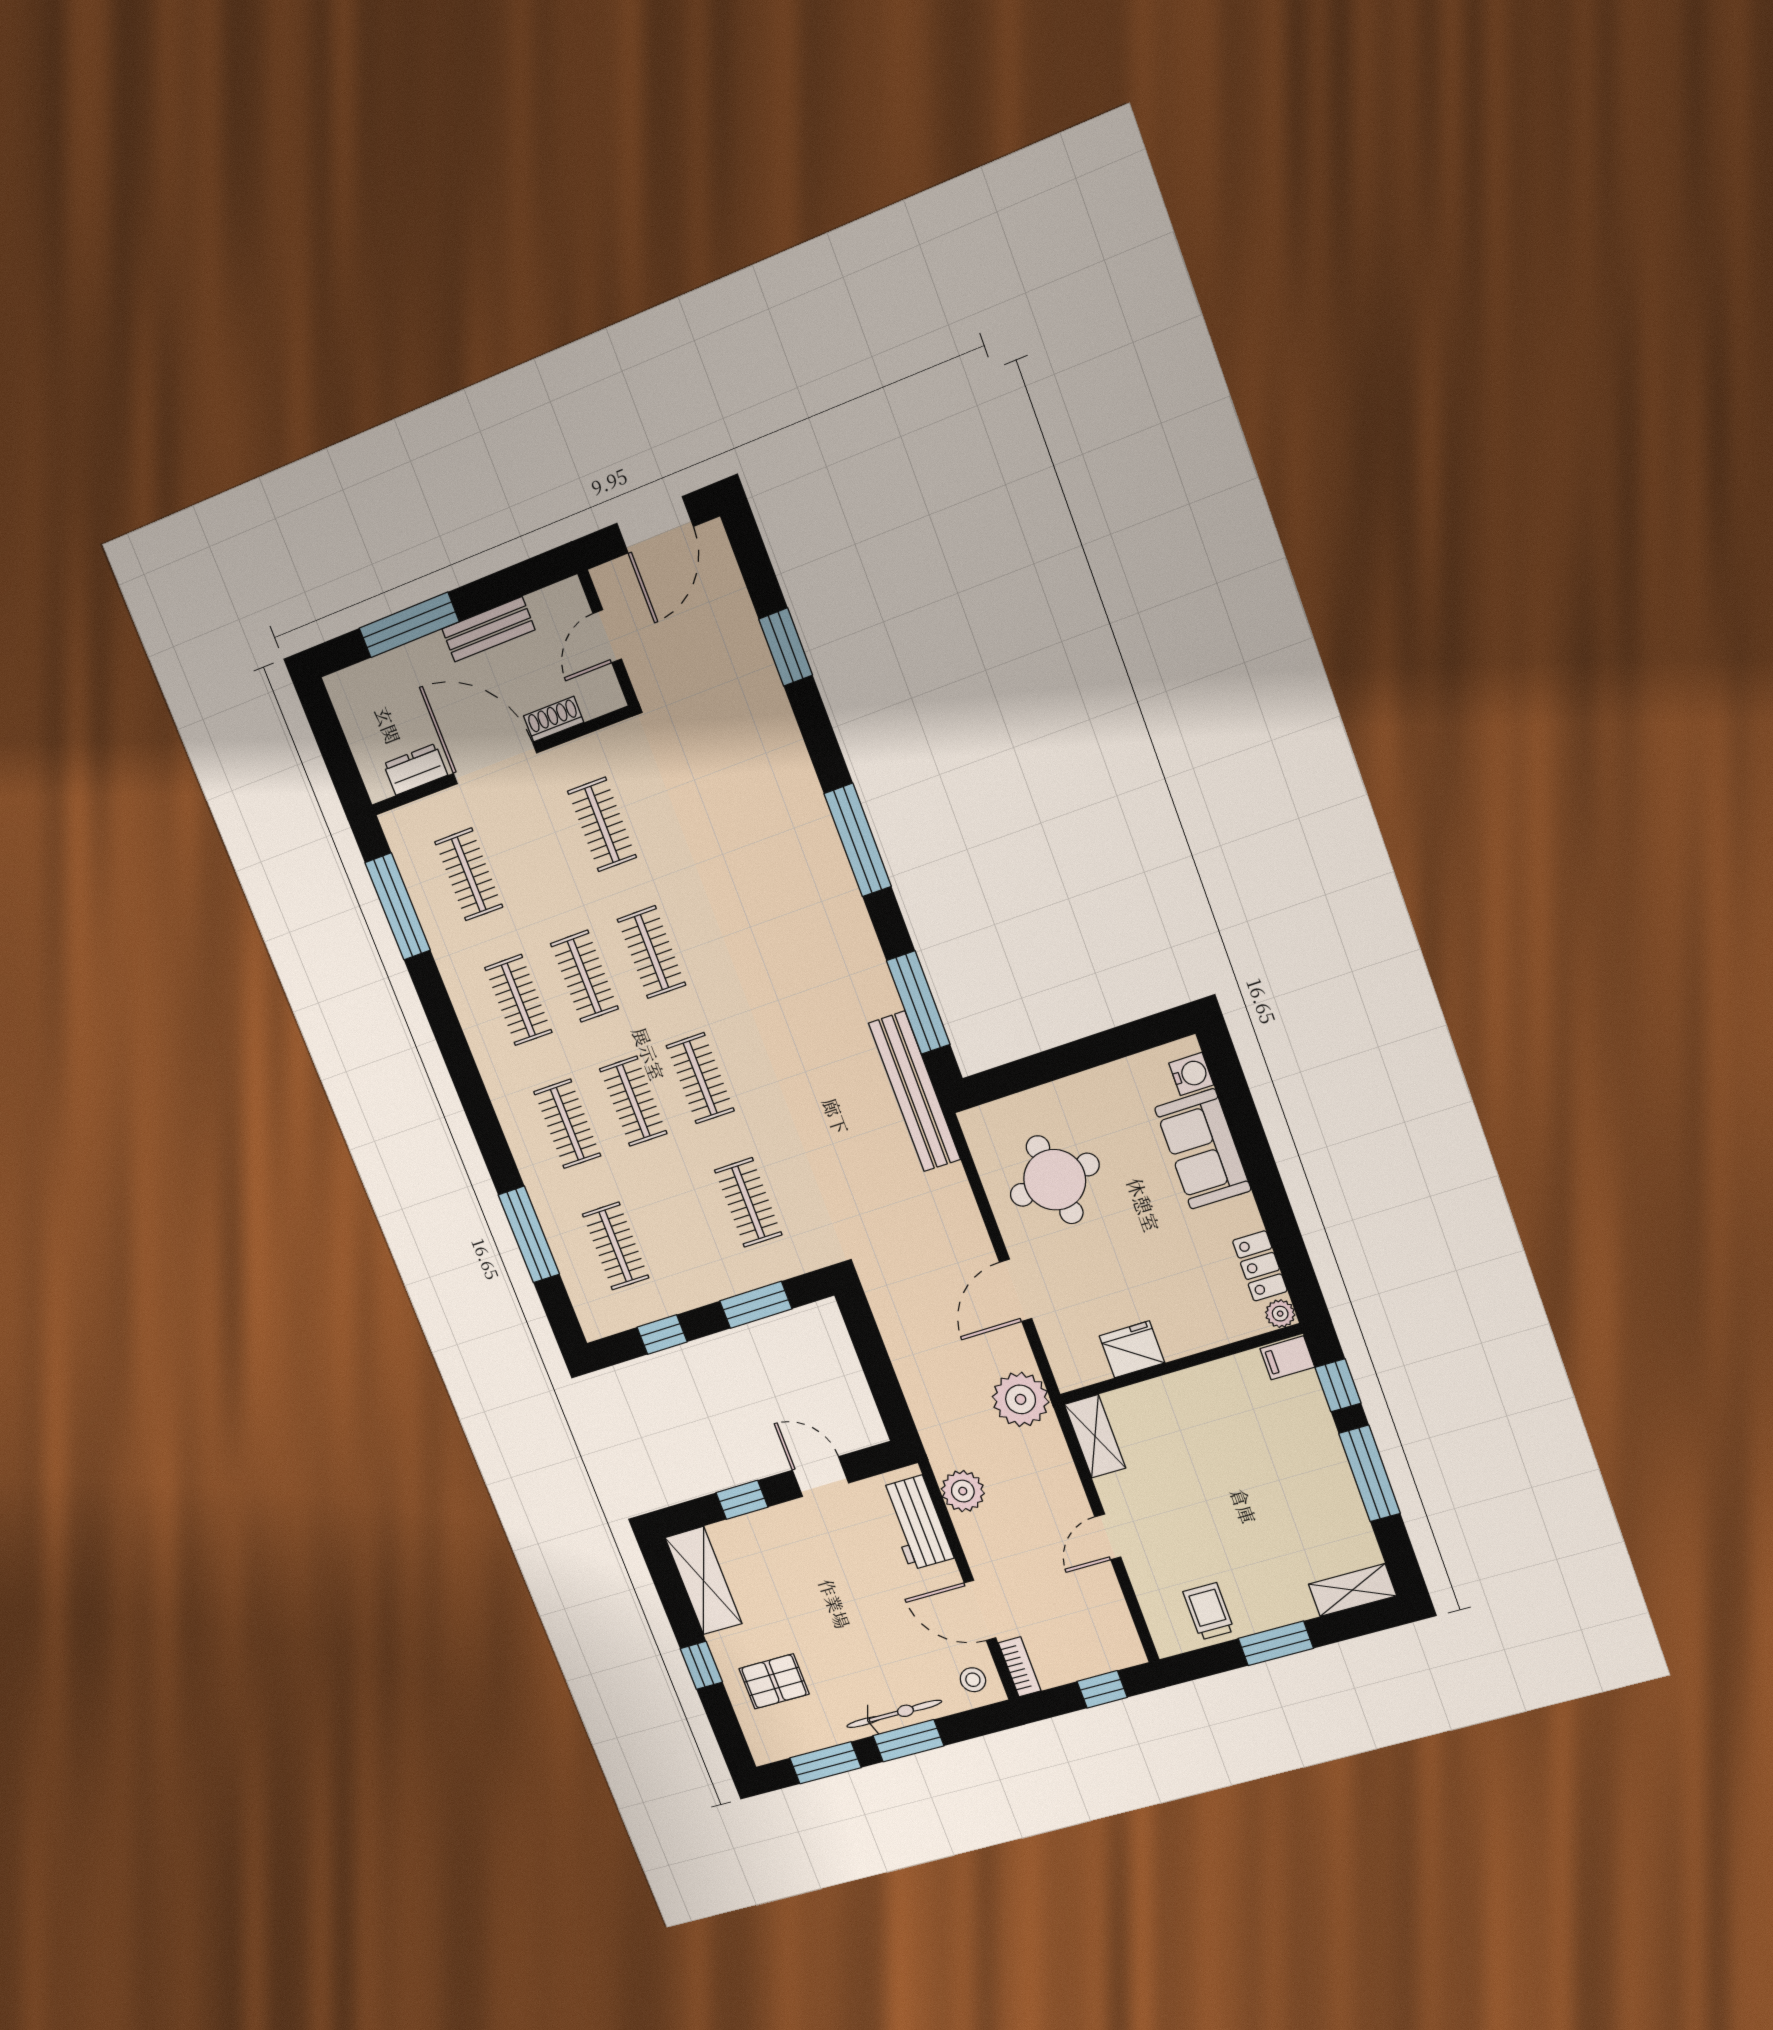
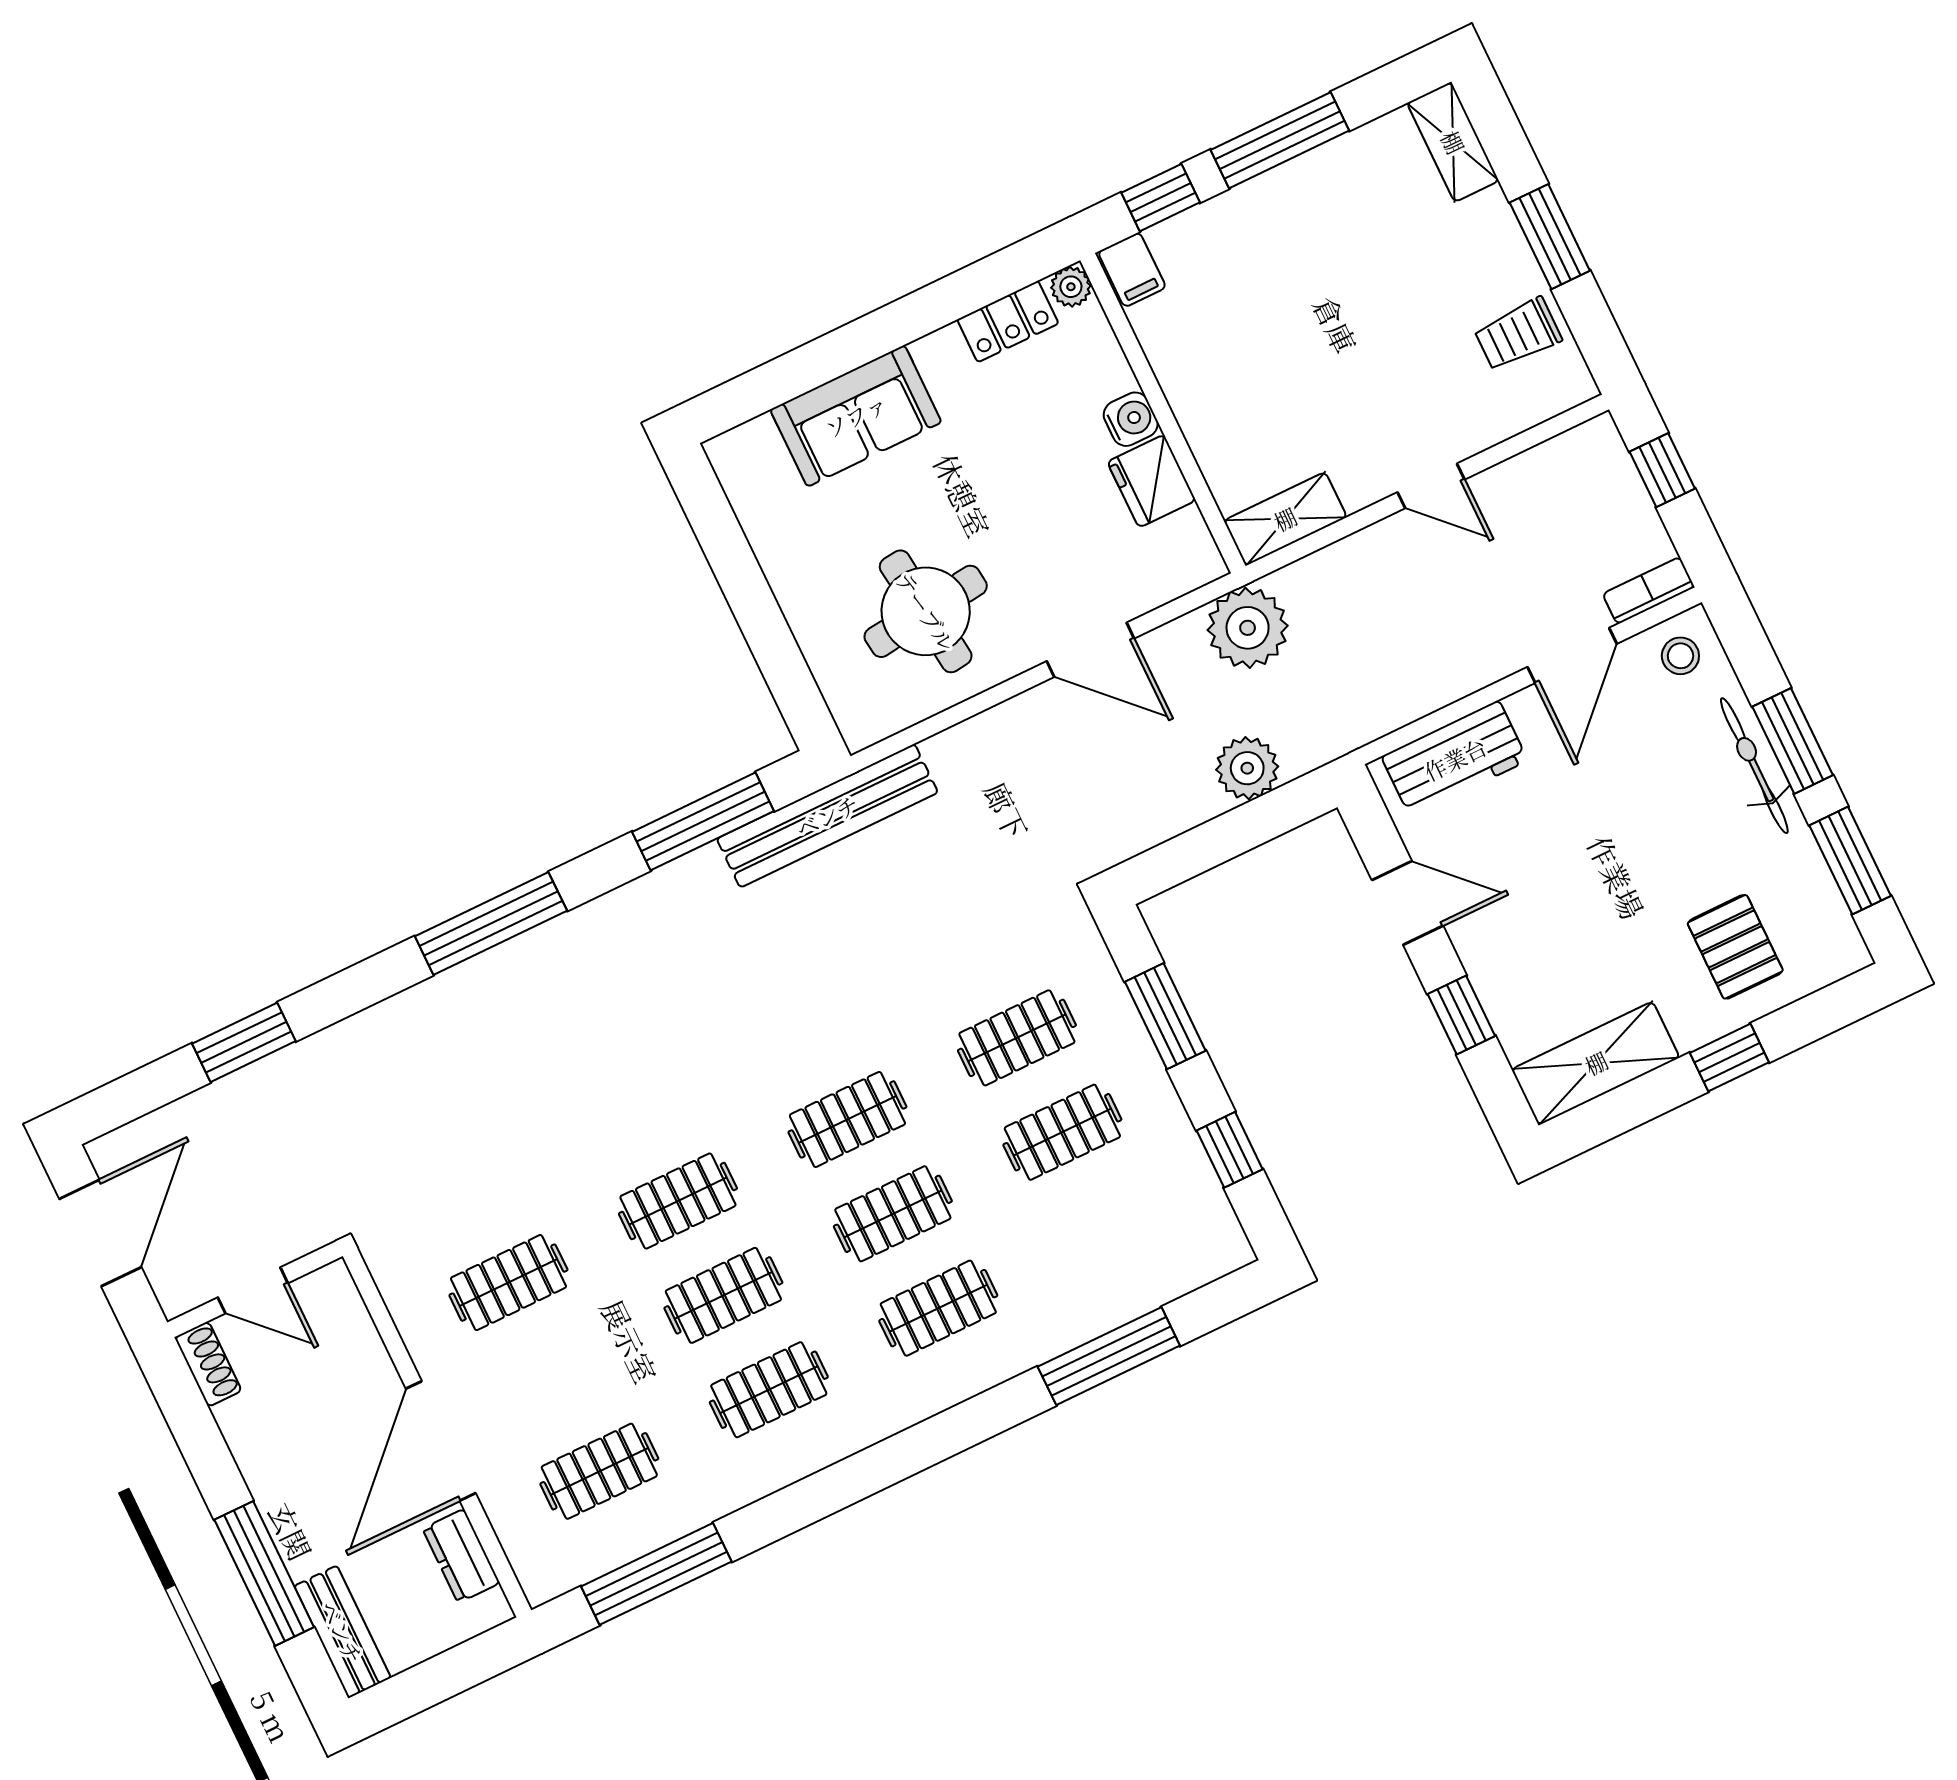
door: (655, 525) -> (100, 1233), hinge flipped
bench: (488, 629) -> (342, 1632), moved
shoe rack: (554, 719) -> (208, 1364), moved, turned 180
water cooler: (1191, 1074) -> (1131, 419), moved, turned 90
clothes rail: (616, 1246) -> (1062, 1132), moved
door: (820, 1477) -> (1408, 903), swing flipped
plant: (963, 1491) -> (1247, 768), moved

